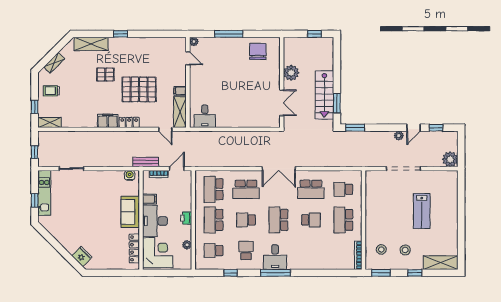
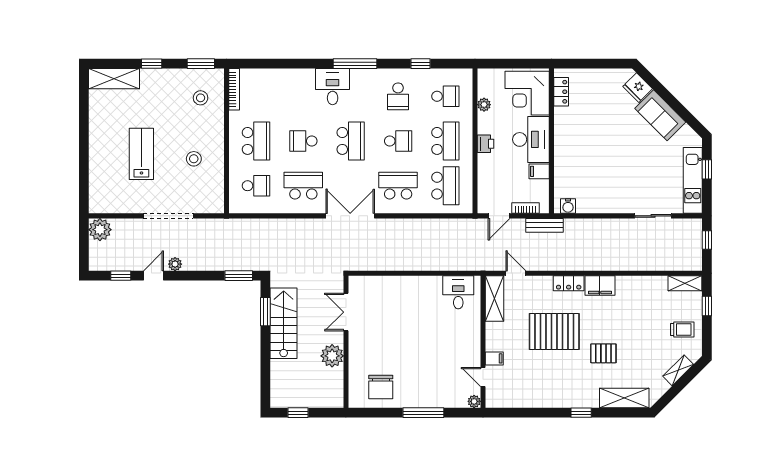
filing cabinet: (180, 91) -> (494, 358), moved
sofa: (130, 212) -> (660, 115), moved, turned 135
locker: (134, 248) -> (561, 92), width x0.66
stool: (405, 250) -> (194, 159), moved
desk: (275, 257) -> (333, 87), moved

